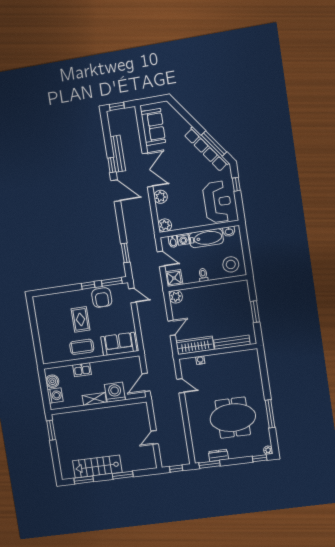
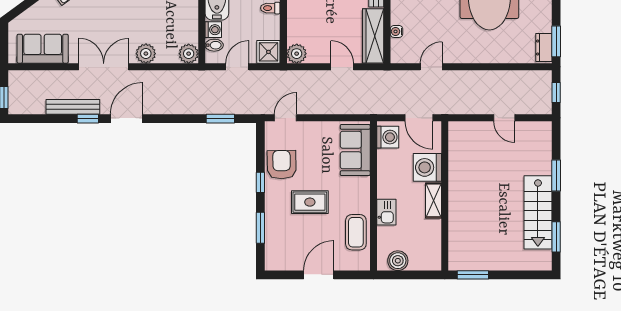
window: (112, 282) -> (260, 228), moved
armchair: (102, 298) -> (282, 165), turned -91
door: (35, 332) -> (319, 275), added
coffee table: (82, 347) -> (356, 232), moved
washing machine: (55, 395) -> (388, 137), moved, turned 90
dresser: (218, 455) -> (544, 48), moved

